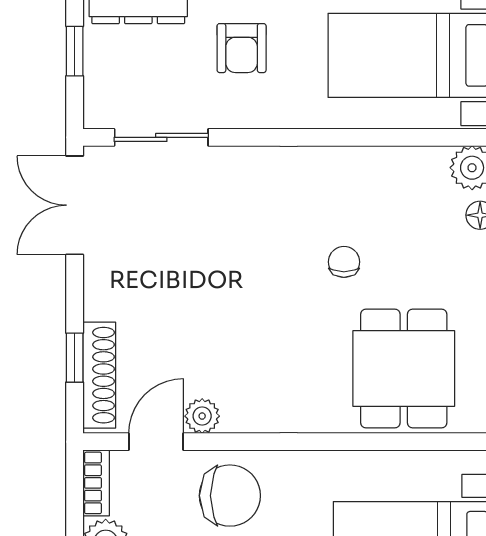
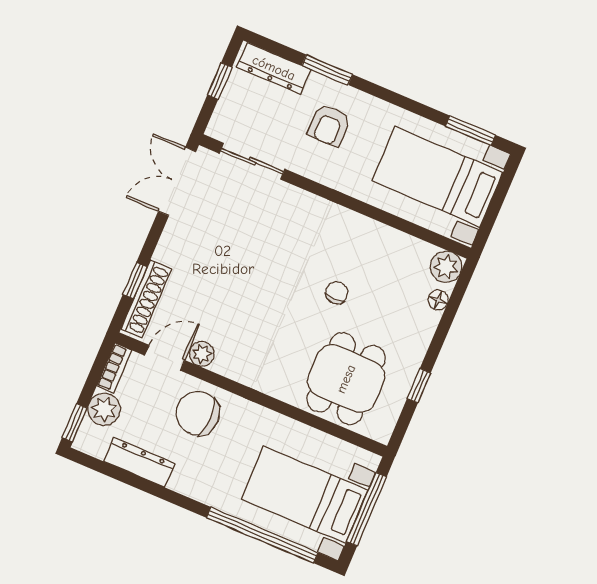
chair: (230, 496) -> (198, 413), turned 180

